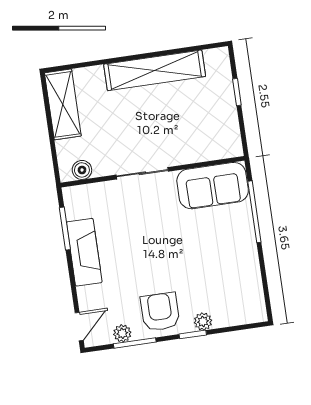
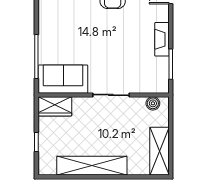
wardrobe: (218, 146) -> (55, 106), added
fireplace: (84, 252) -> (162, 39), width x0.73, depth x0.76

